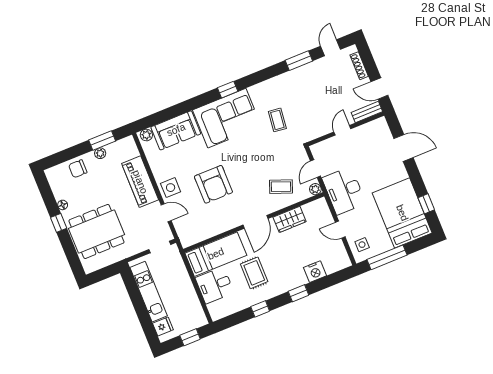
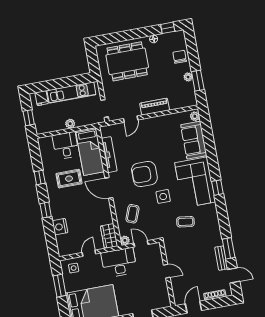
bench: (367, 112) -> (221, 258), moved
piano: (140, 182) -> (155, 107), width x0.73, depth x0.75
armchair: (213, 184) -> (144, 174), moved
side table: (171, 188) -> (163, 196), moved
wardrobe: (290, 219) -> (109, 236), moved
window: (59, 223) -> (168, 28), moved
tv unit: (215, 230) -> (109, 155), added
dining table: (96, 231) -> (127, 61), turned 90
window: (387, 257) -> (60, 286), width x0.69
plant: (187, 285) -> (70, 124), added

